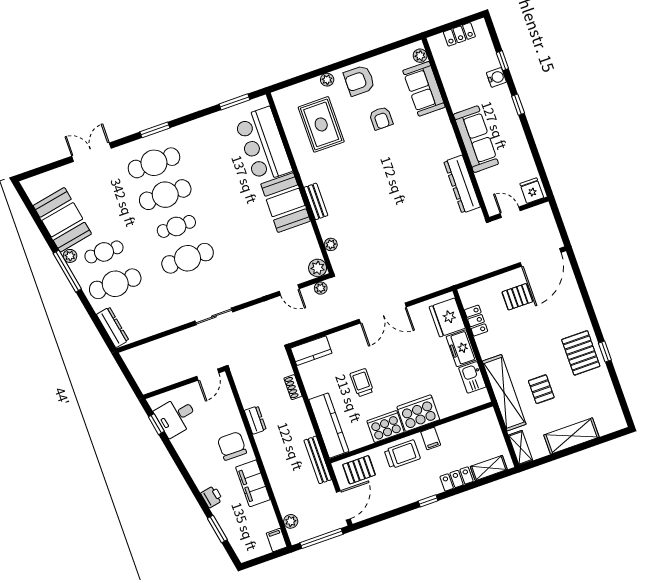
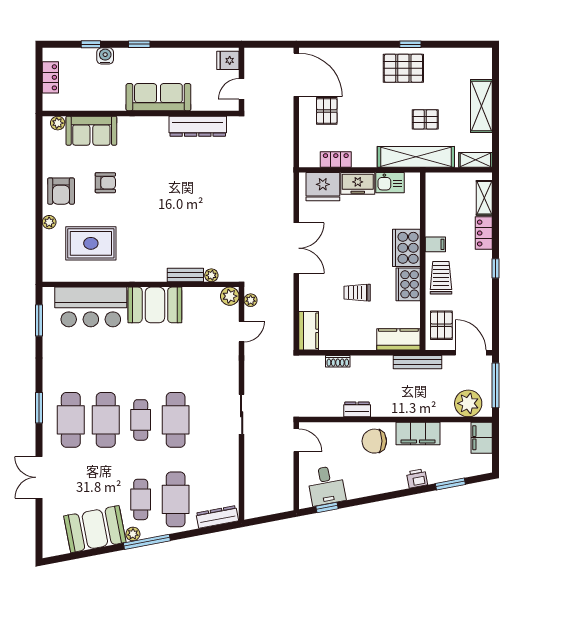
bench: (316, 201) -> (185, 275), moved
kitchen counter: (329, 426) -> (398, 339), width x0.67
plant: (291, 521) -> (468, 403), width x1.87, depth x1.87
filing cabinet: (277, 540) -> (482, 438), width x2.00

